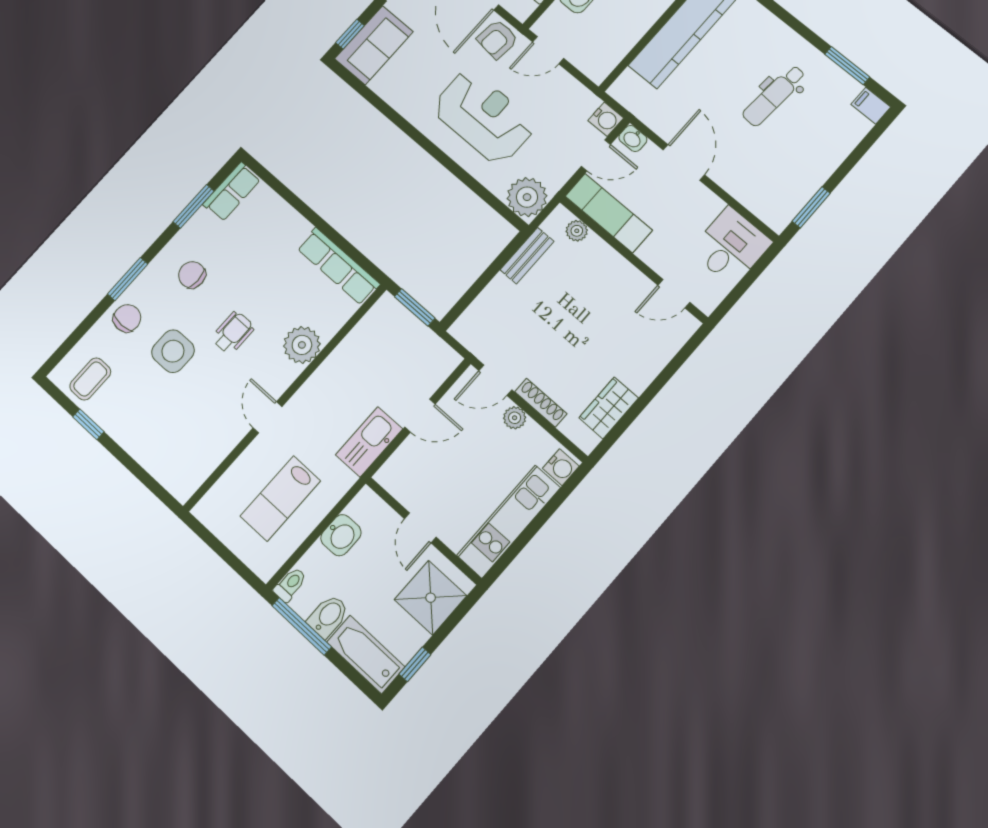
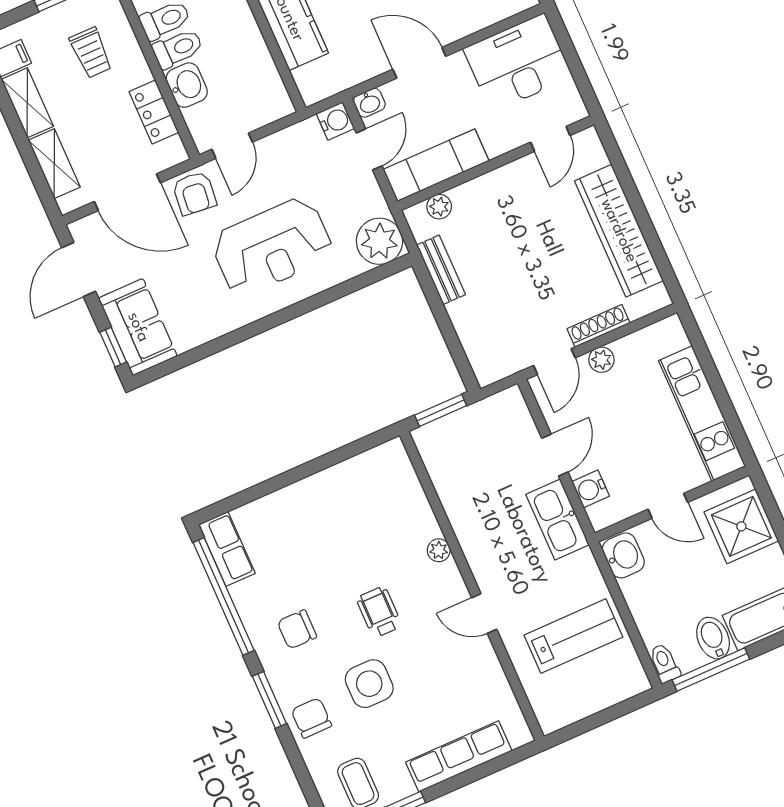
reception desk: (484, 117) -> (272, 247), turned 180
window: (194, 206) -> (224, 596), width x2.11
desk: (731, 246) -> (518, 63), width x1.37
row of seats: (338, 266) -> (459, 756), moved, turned 180
plant: (302, 345) -> (439, 550), width x0.53, depth x0.53
wardrobe: (609, 408) -> (619, 231), width x2.10, depth x1.17
water cooler: (561, 467) -> (591, 489), moved, turned 180
lab bench: (280, 498) -> (573, 636), turned -90
washbasin: (341, 535) -> (623, 555), moved

